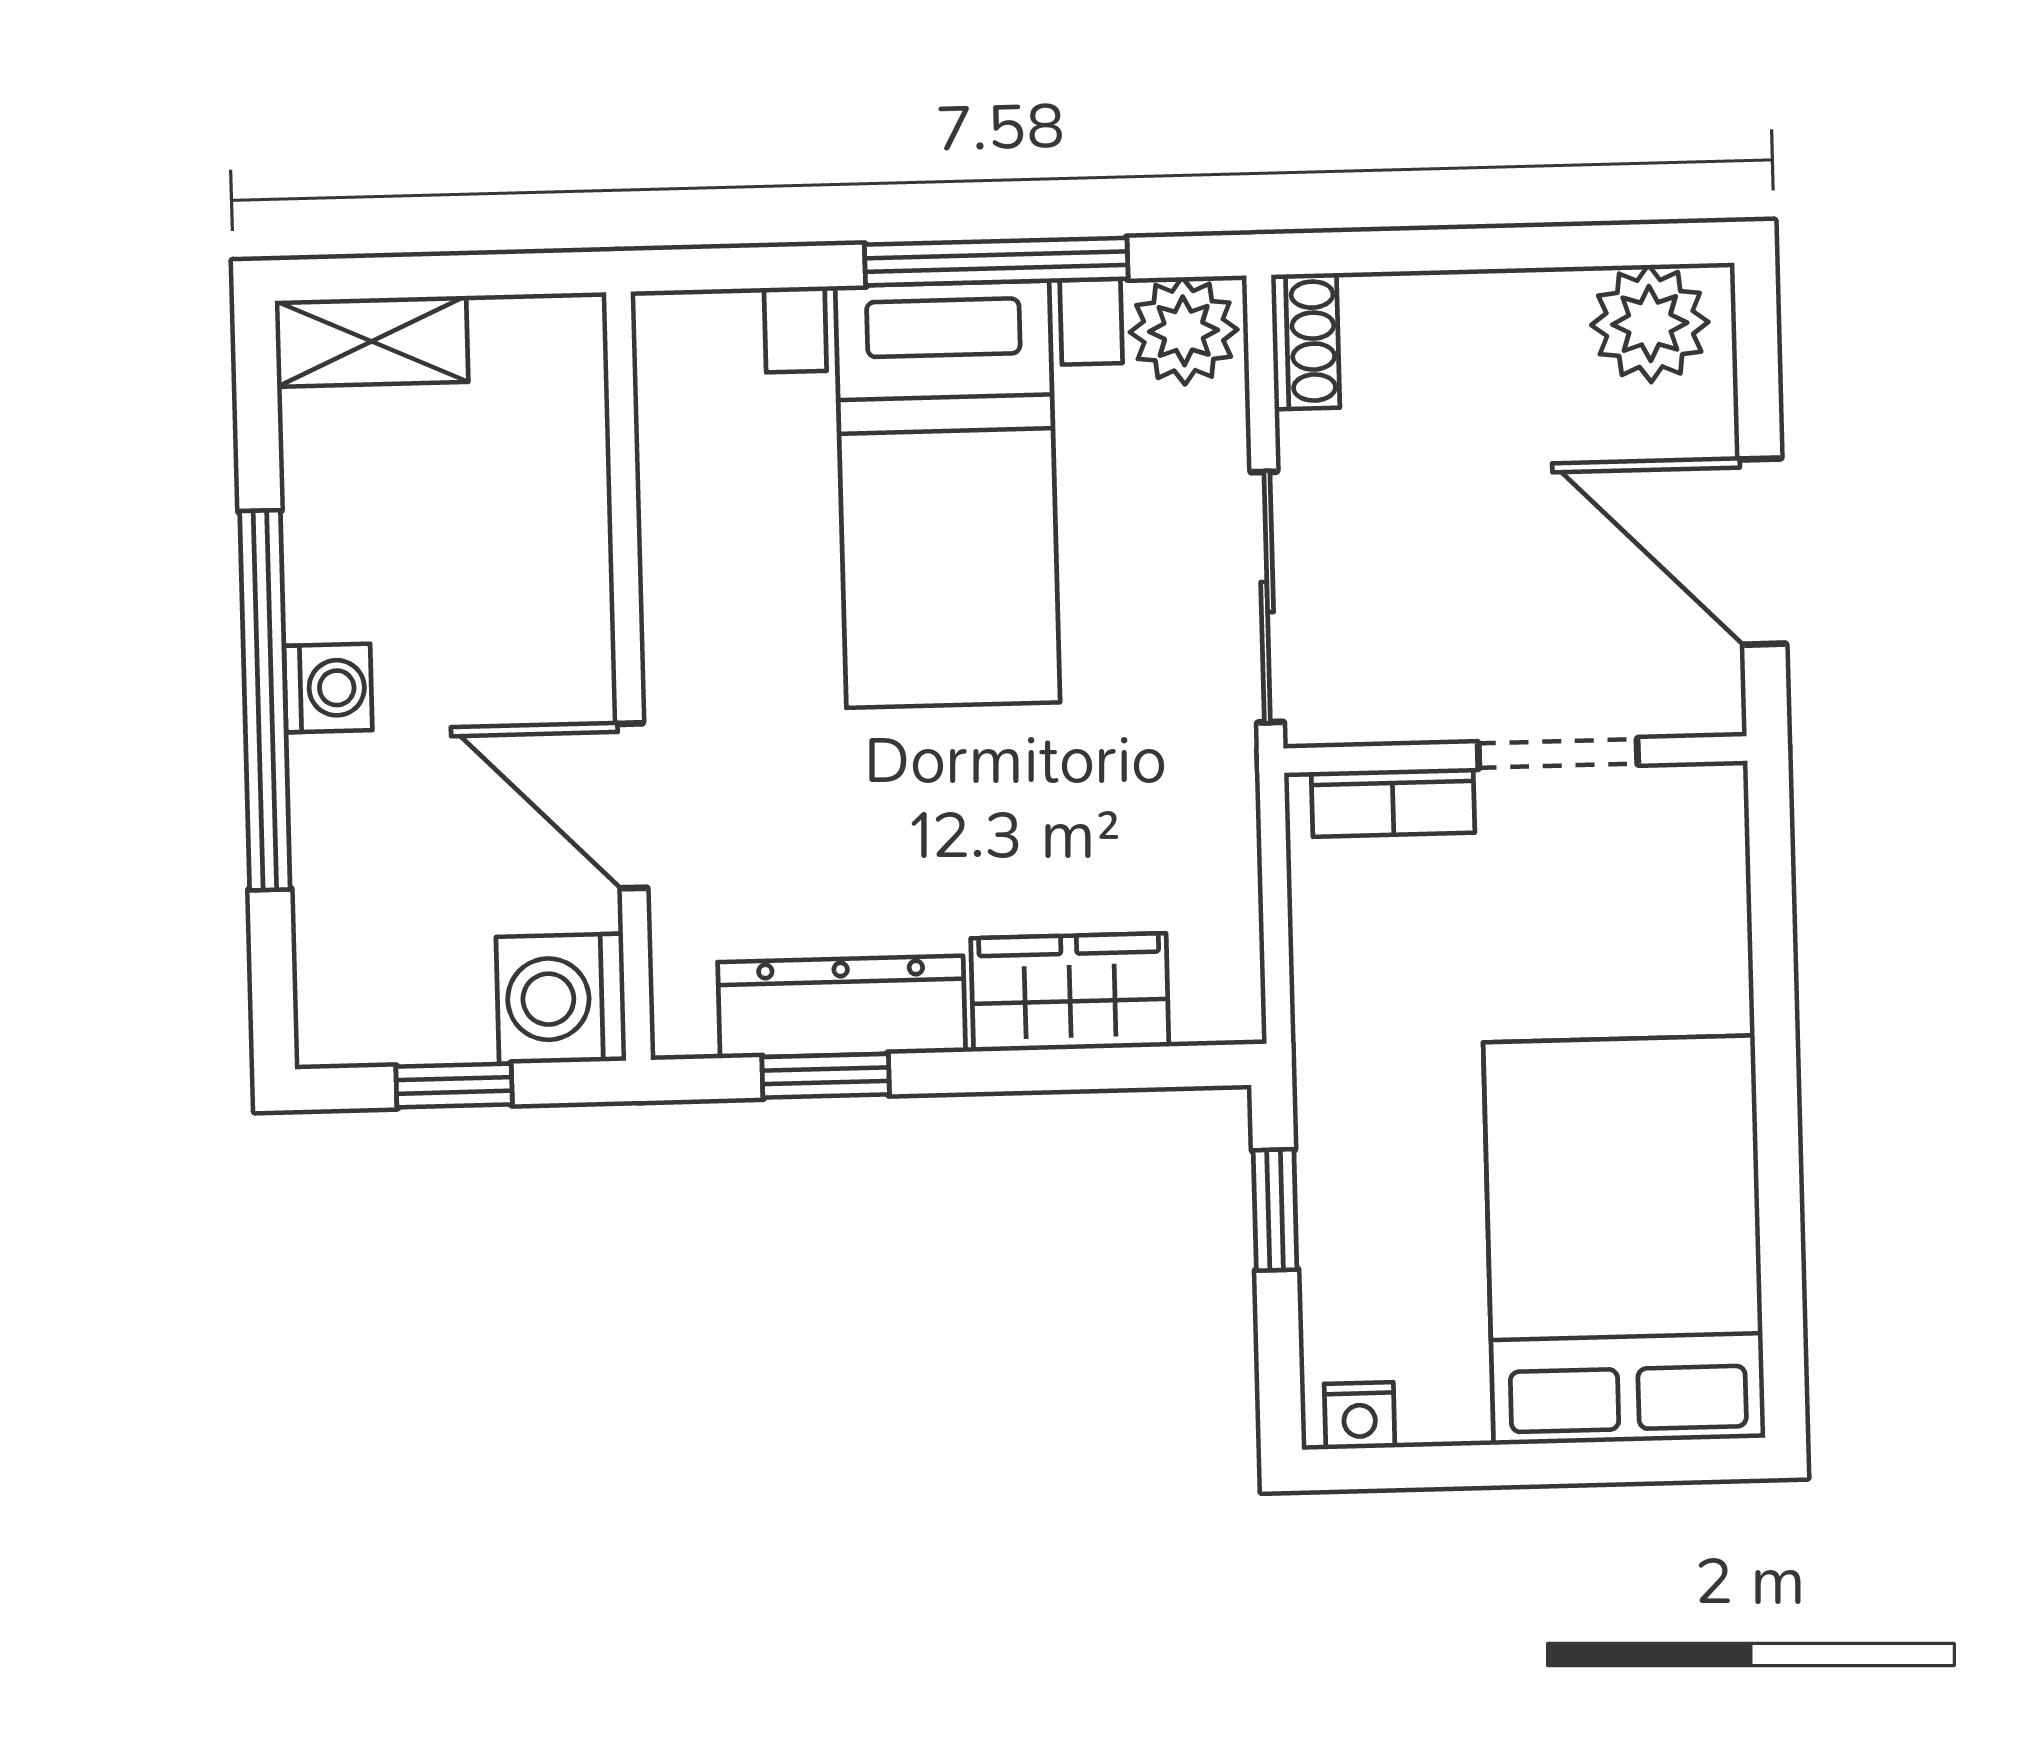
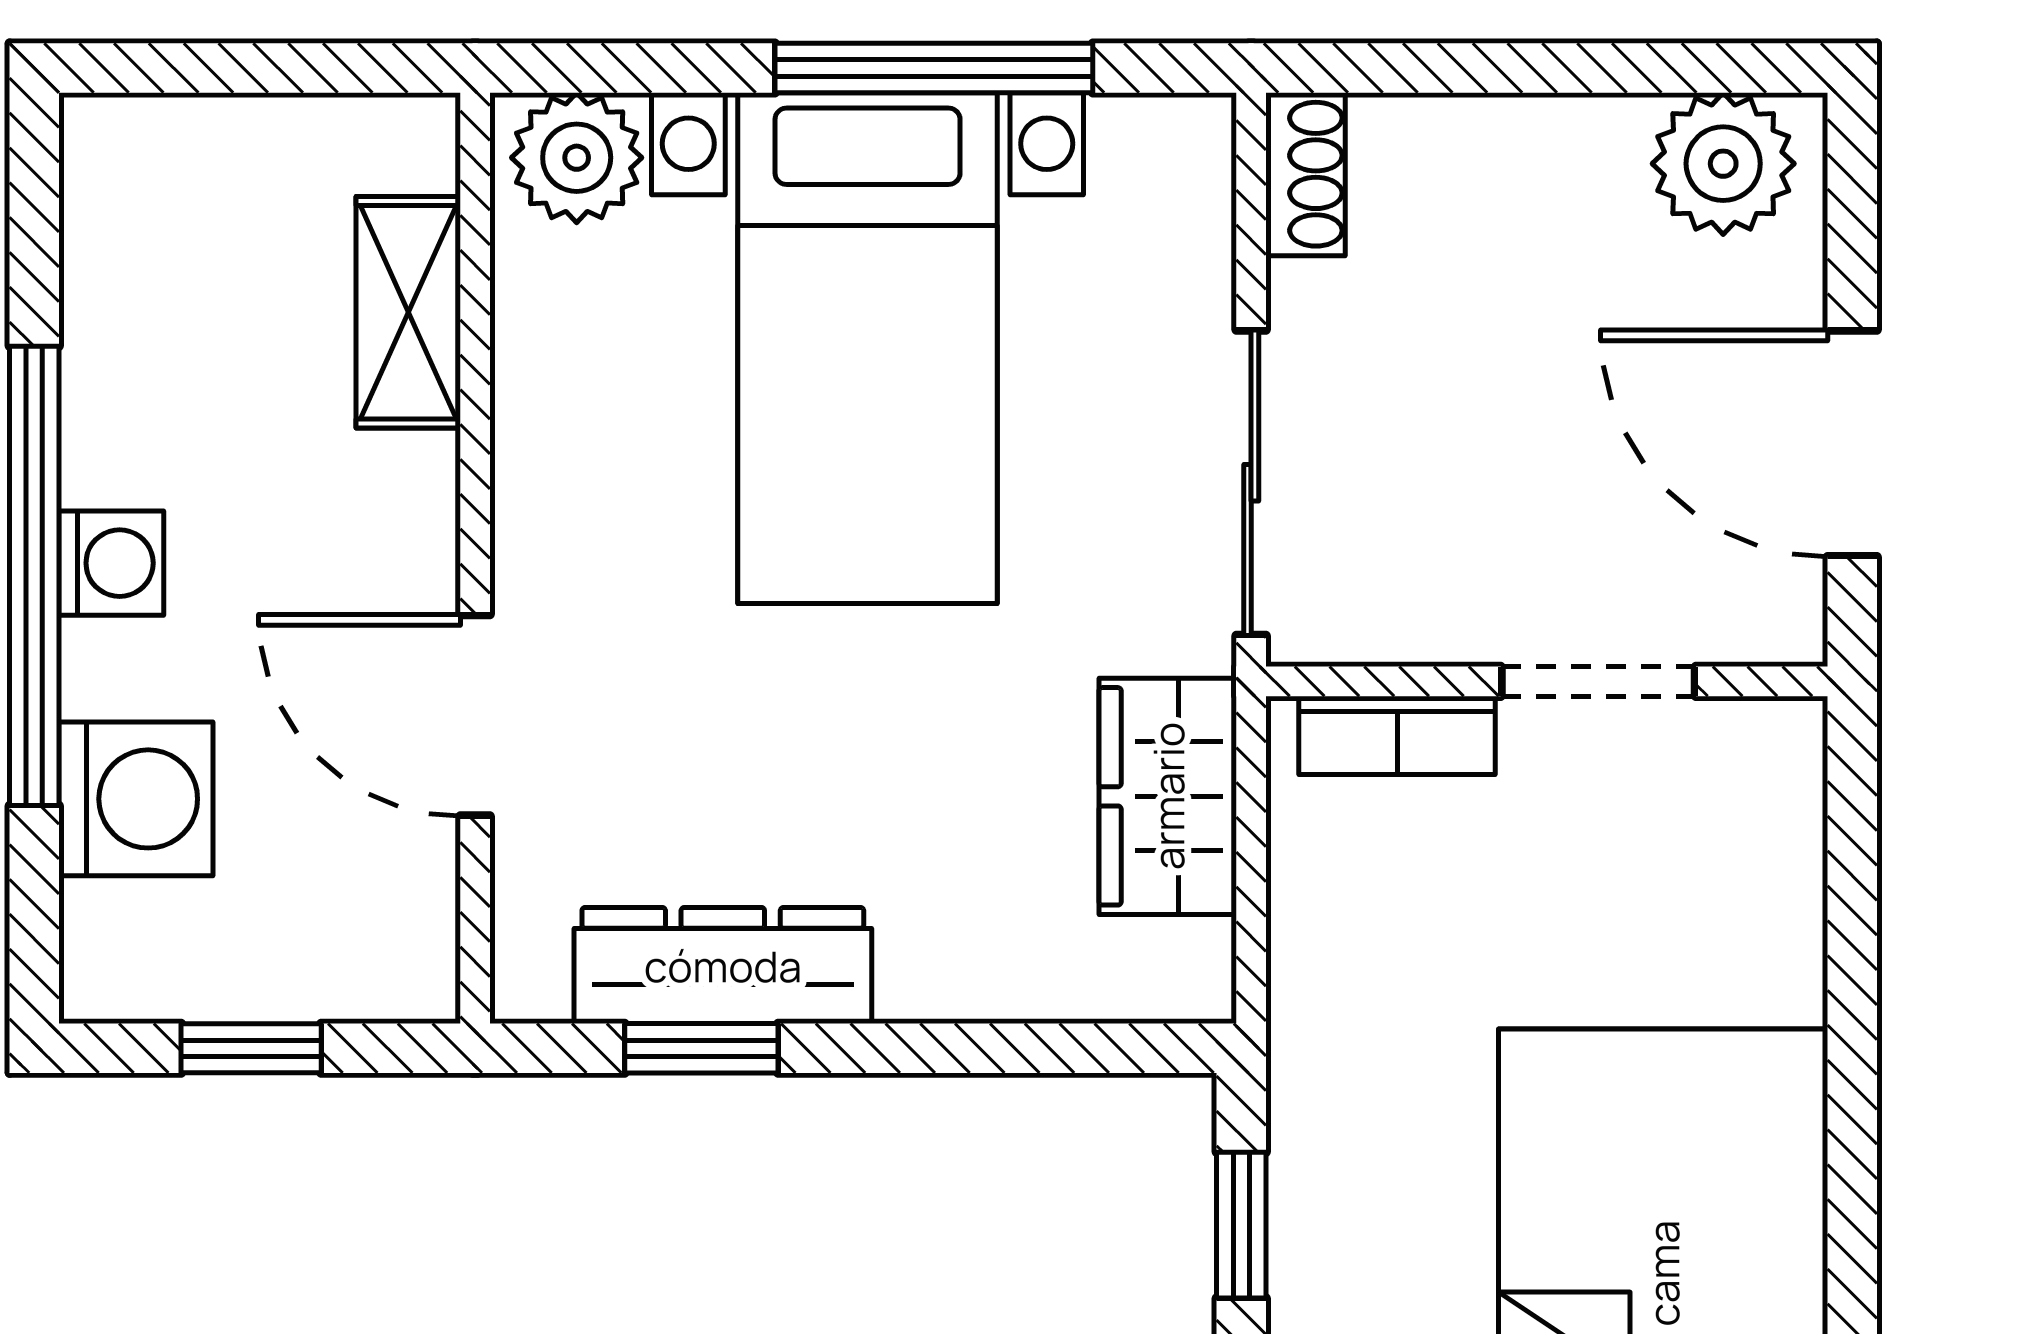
plant: (1184, 331) -> (577, 158), moved
shelving: (372, 341) -> (408, 312), moved, turned 90
wardrobe: (1070, 992) -> (1168, 796), moved, turned -90
washing machine: (561, 999) -> (136, 799), moved, turned 180

